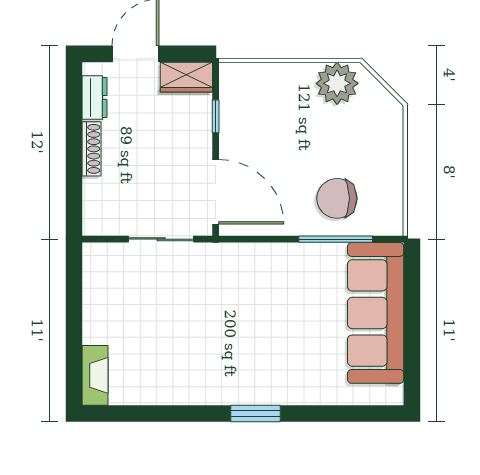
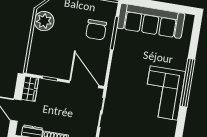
door: (216, 192) -> (84, 84), hinge flipped
corner sofa: (225, 367) -> (164, 93), added
window: (256, 414) -> (187, 83), width x2.11

